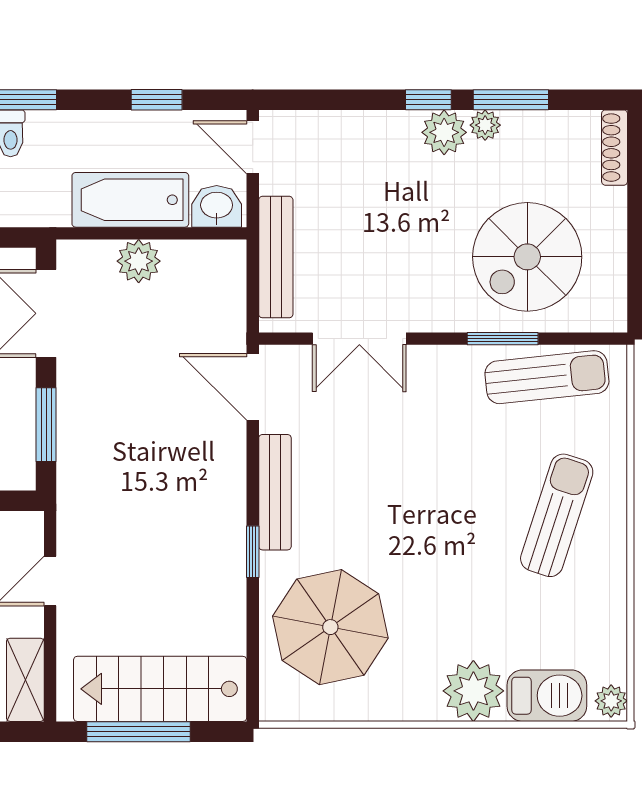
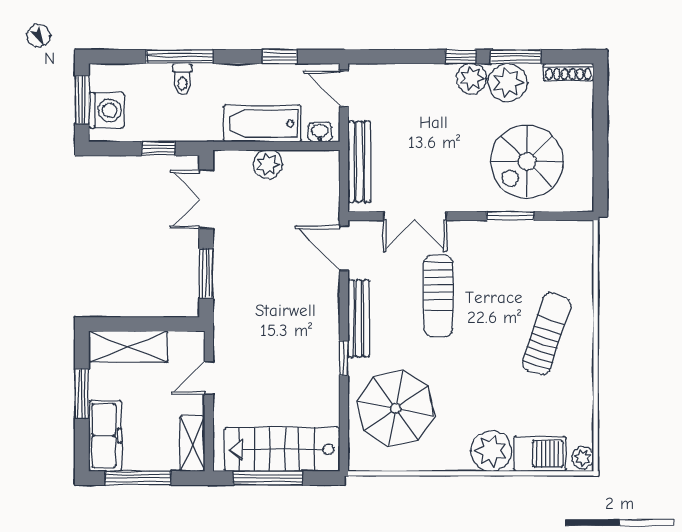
plant: (485, 125) -> (508, 83), width x1.88, depth x1.88
shoe rack: (615, 148) -> (568, 72), moved, turned -90
washbasin: (217, 206) -> (320, 132), width x0.72, depth x0.69
sun lounger: (547, 377) -> (438, 296), moved, turned 96

